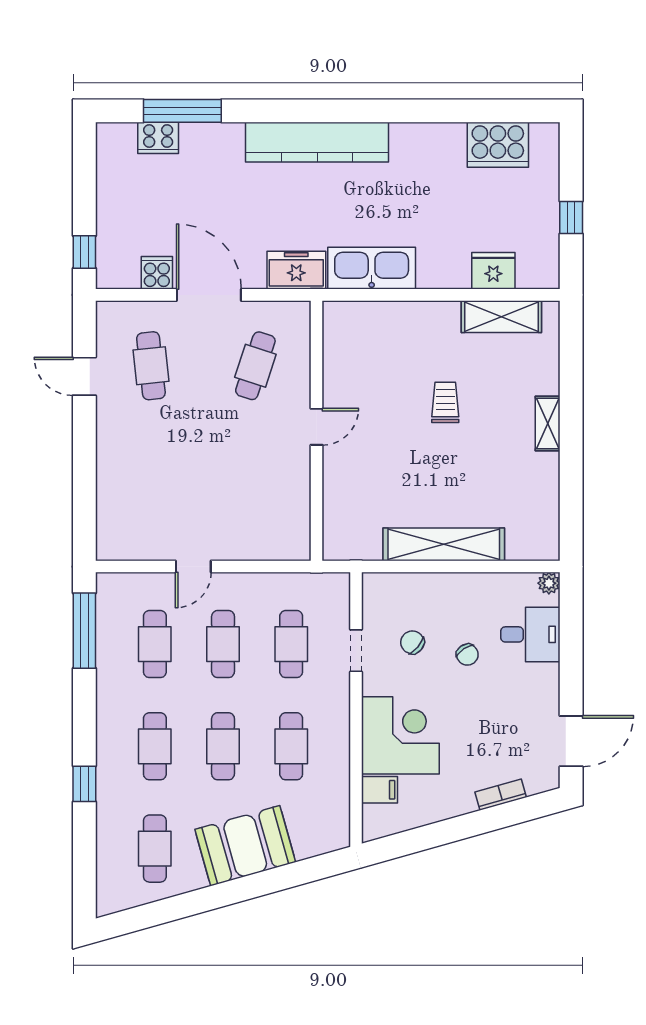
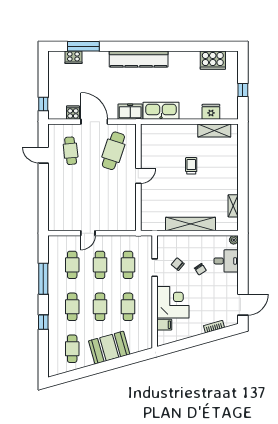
cafe table: (255, 366) -> (113, 151), width x1.37, depth x1.35
shelving: (548, 424) -> (233, 206), moved
window: (84, 631) -> (43, 279), moved

